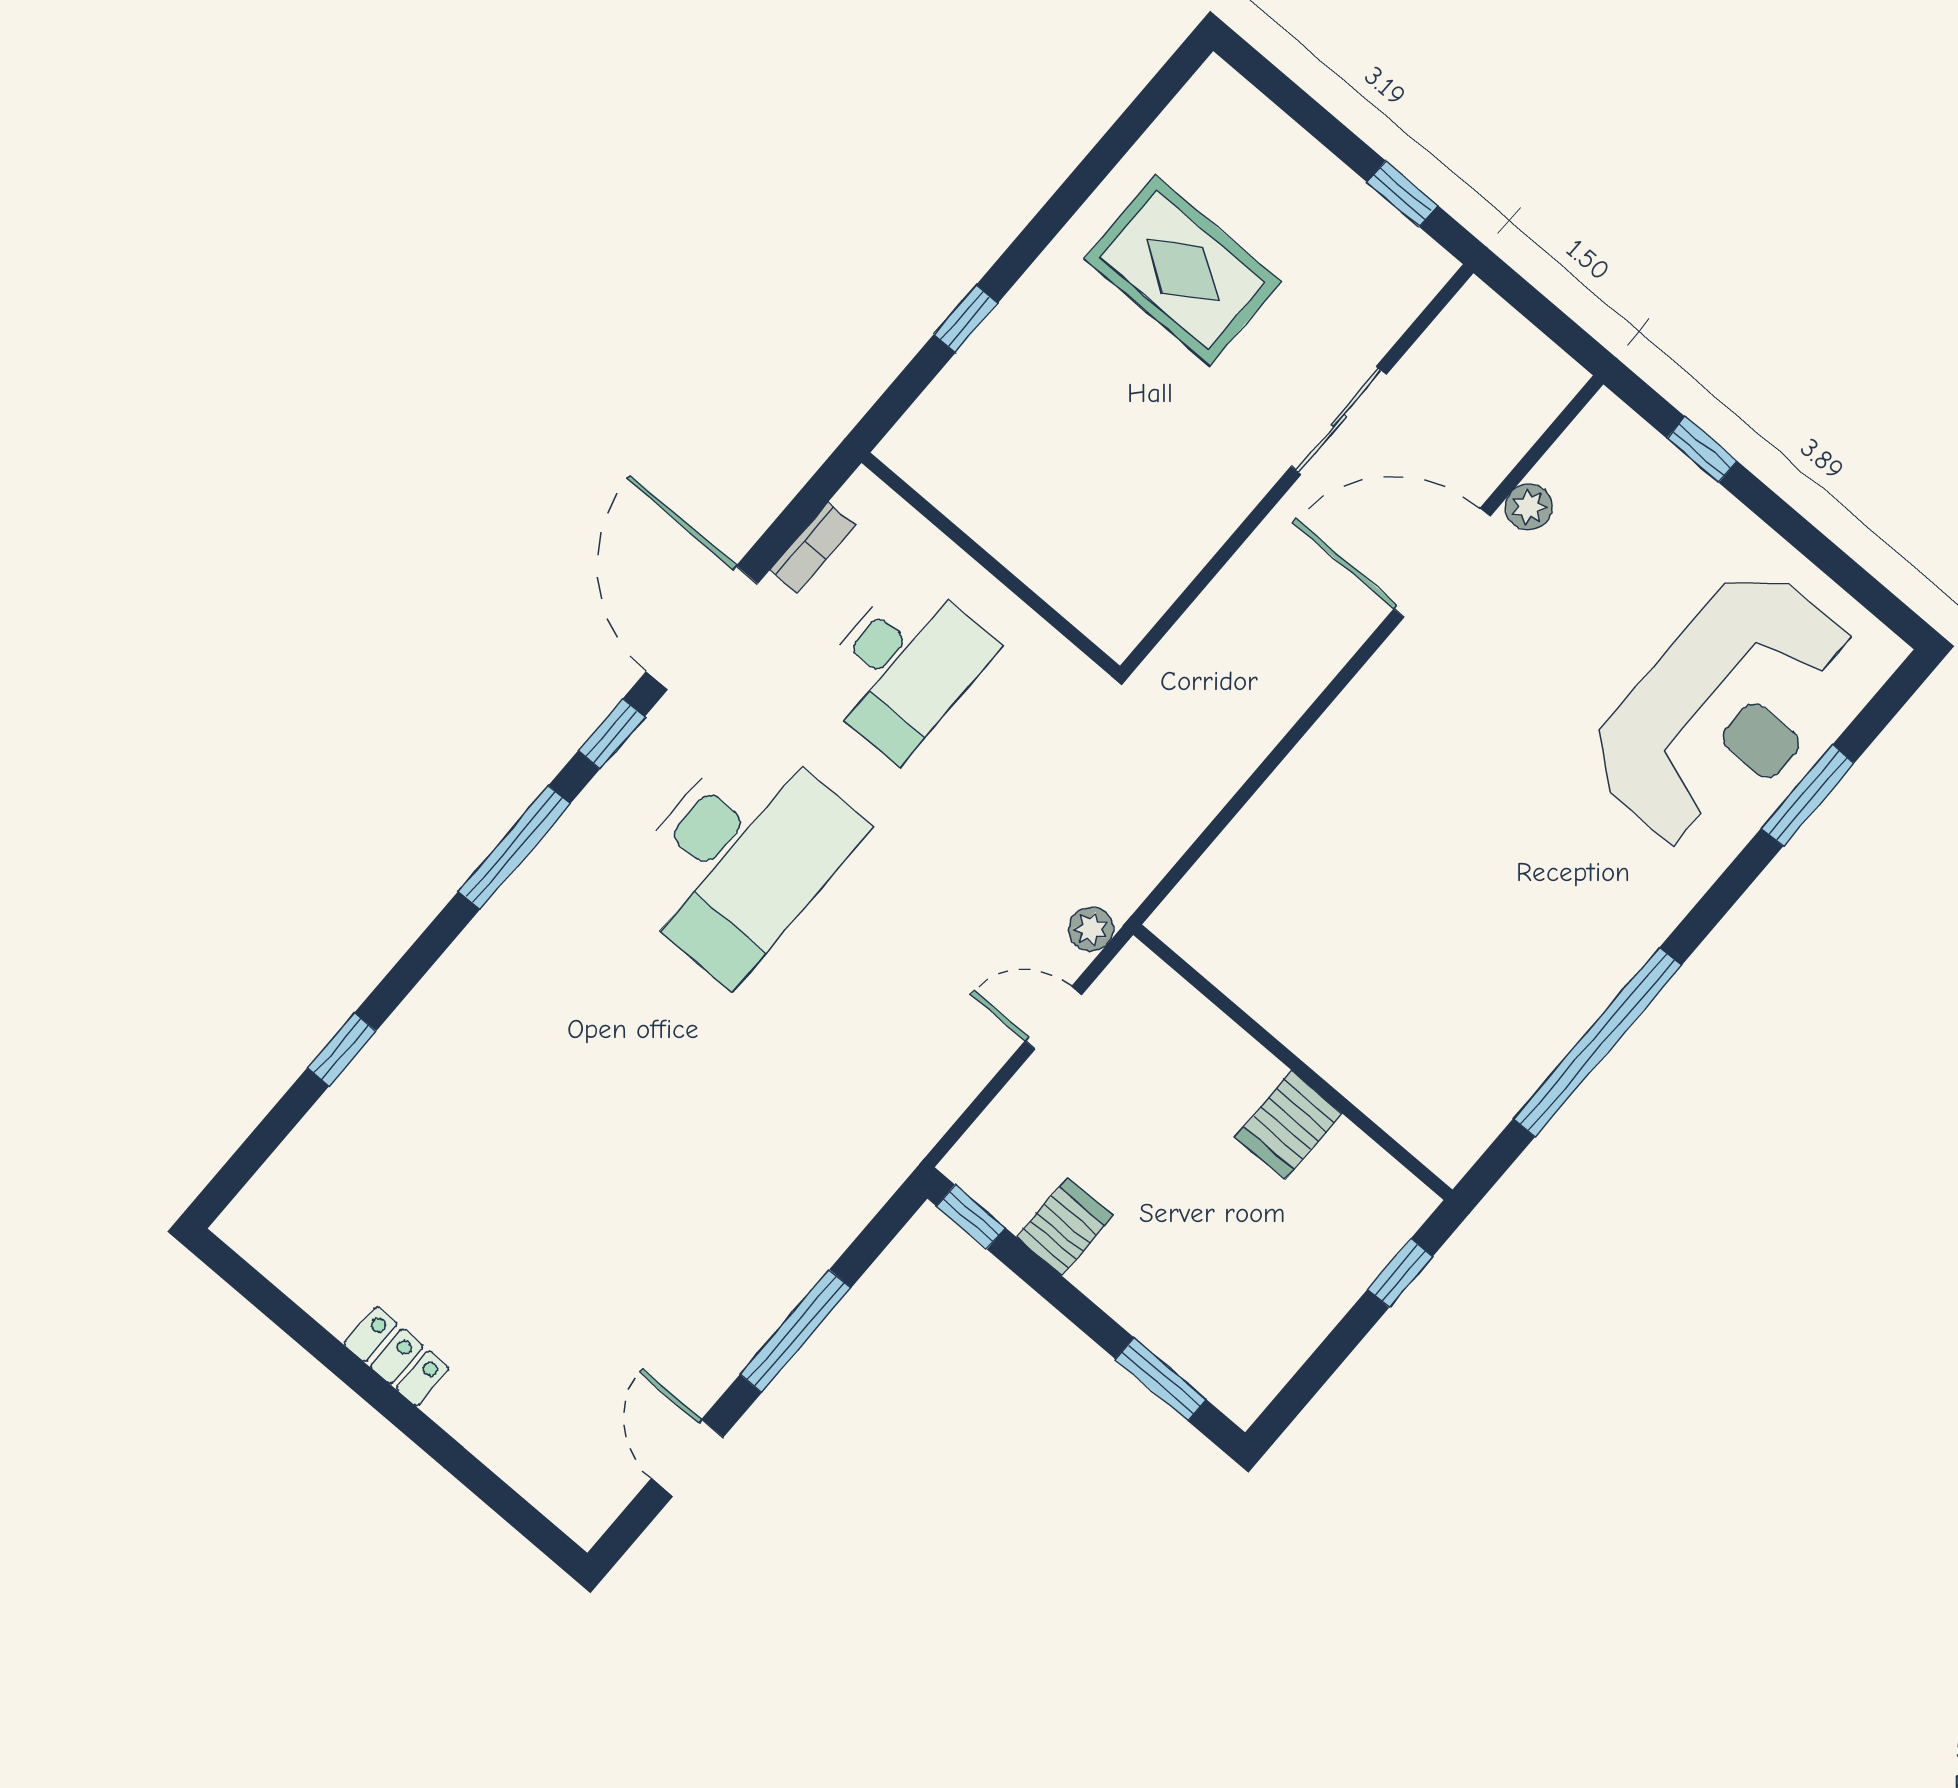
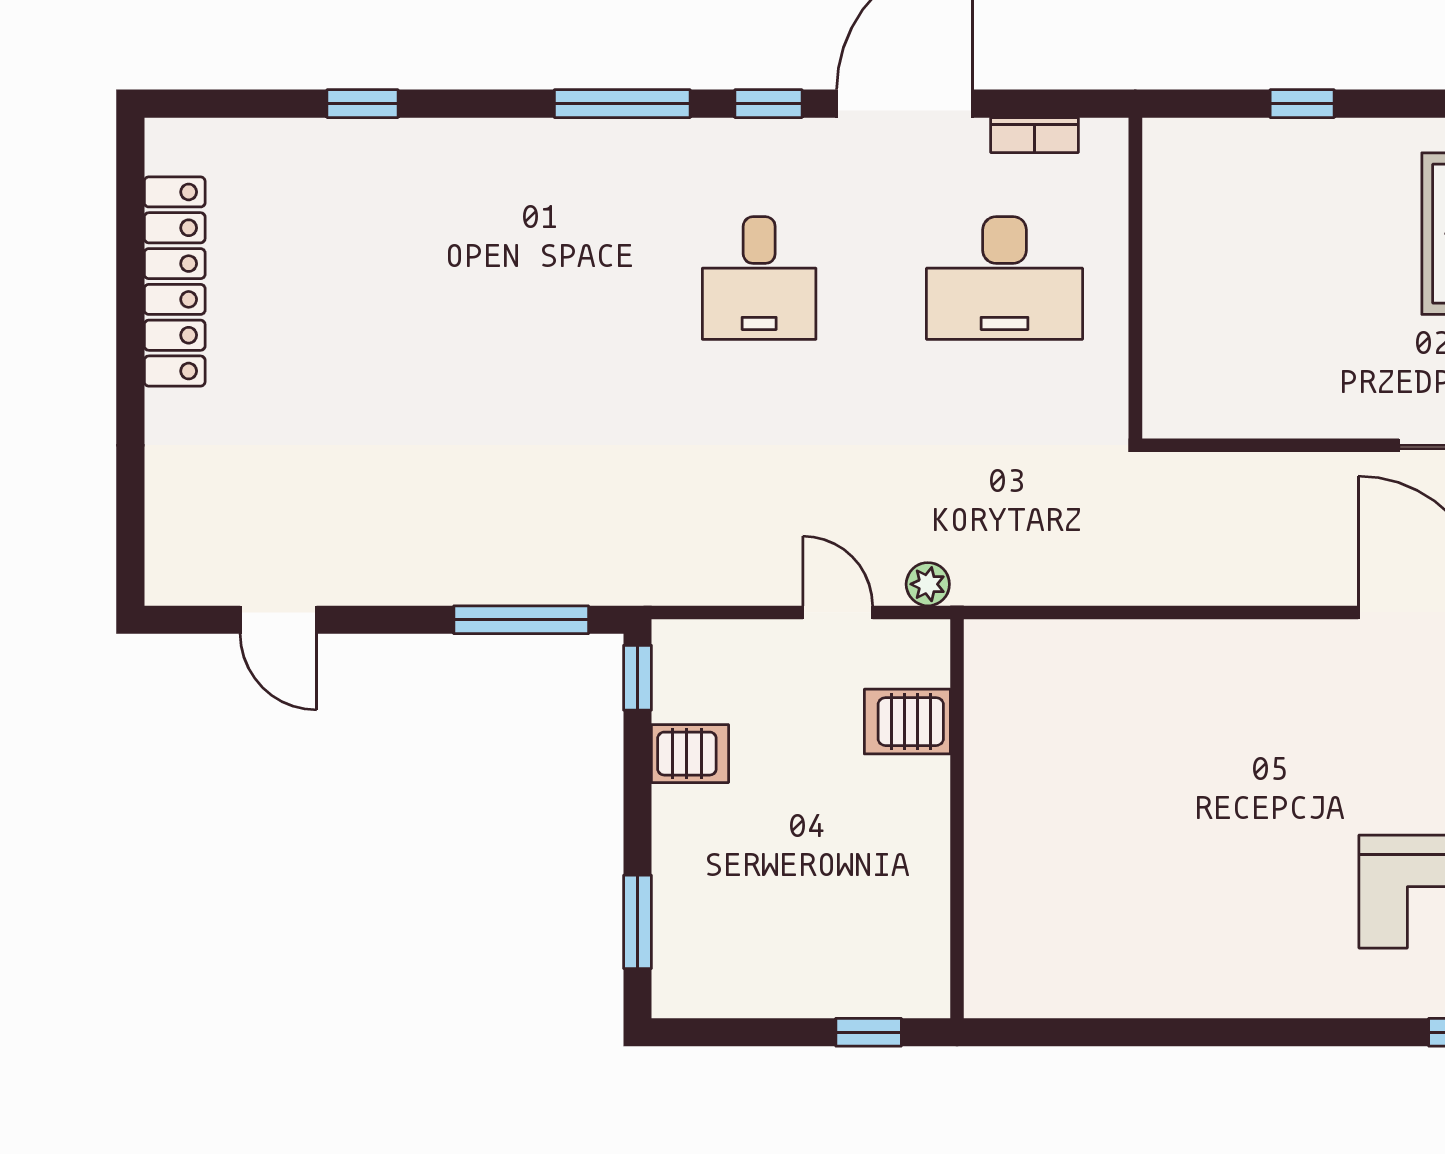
desk: (741, 857) -> (759, 278), width x0.53, depth x0.77
window: (1597, 1042) -> (1165, 1032), removed
server rack: (1288, 1125) -> (907, 722), moved
window: (795, 1331) -> (521, 620), moved
locker: (397, 1356) -> (175, 281), width x2.16, depth x1.21
door: (687, 1458) -> (278, 620), swing flipped

